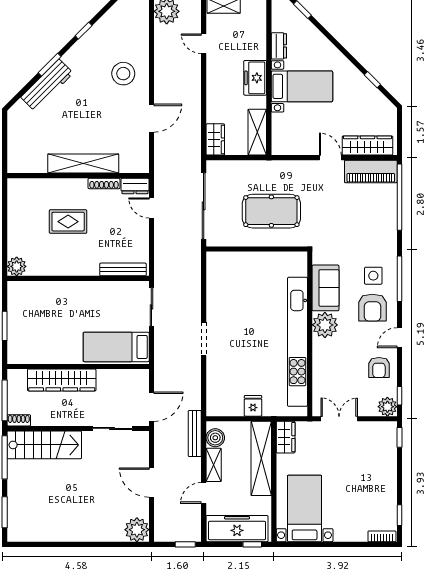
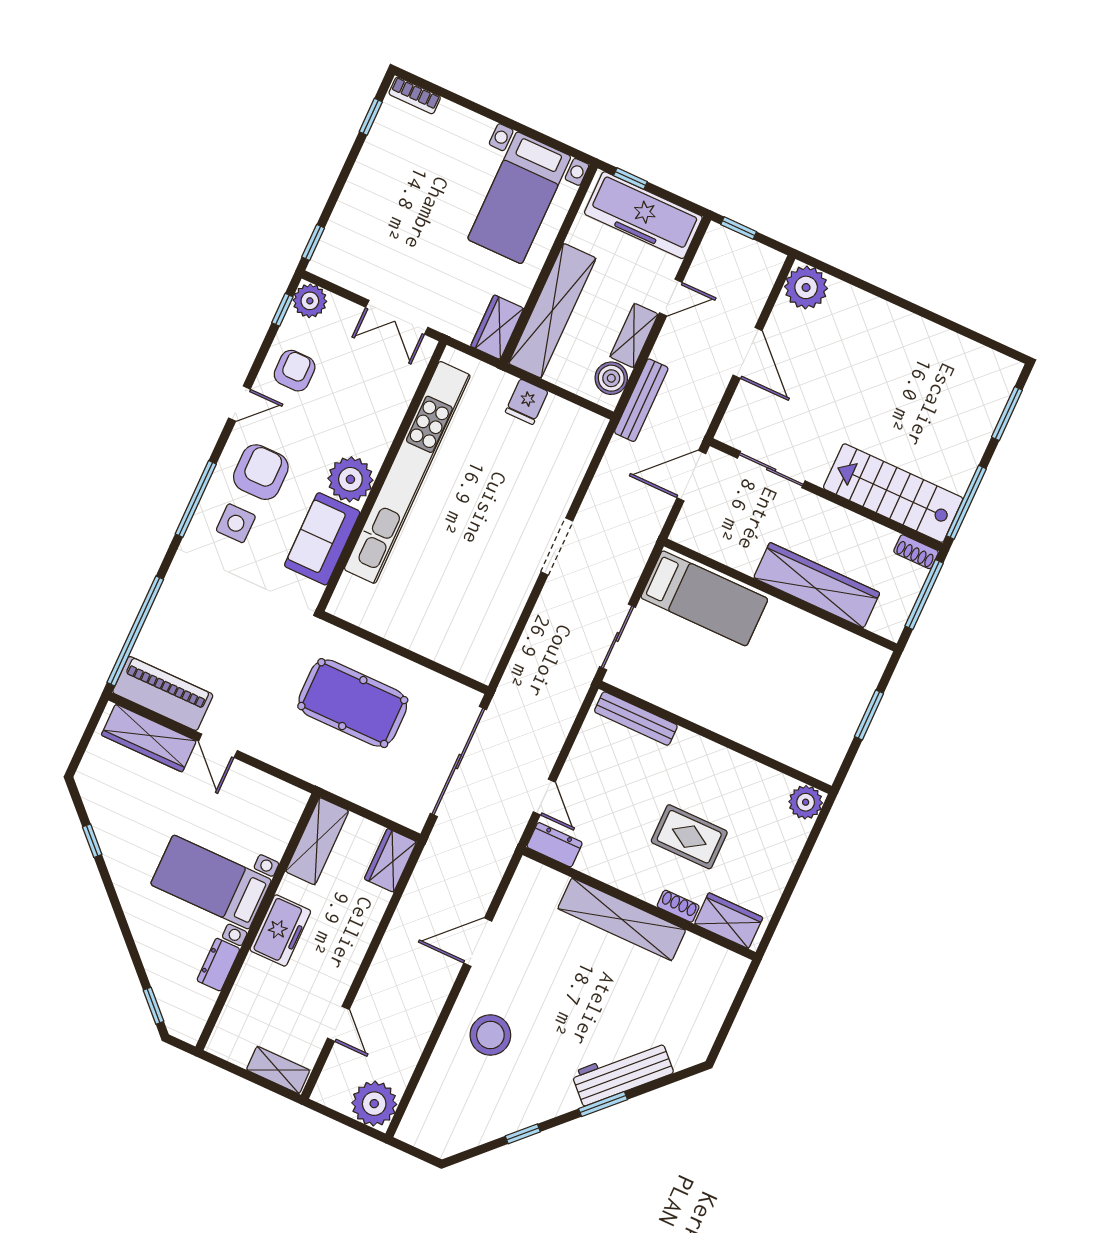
shoe rack: (104, 183) -> (678, 906), moved, width x0.70
wardrobe: (28, 188) -> (729, 921), added

